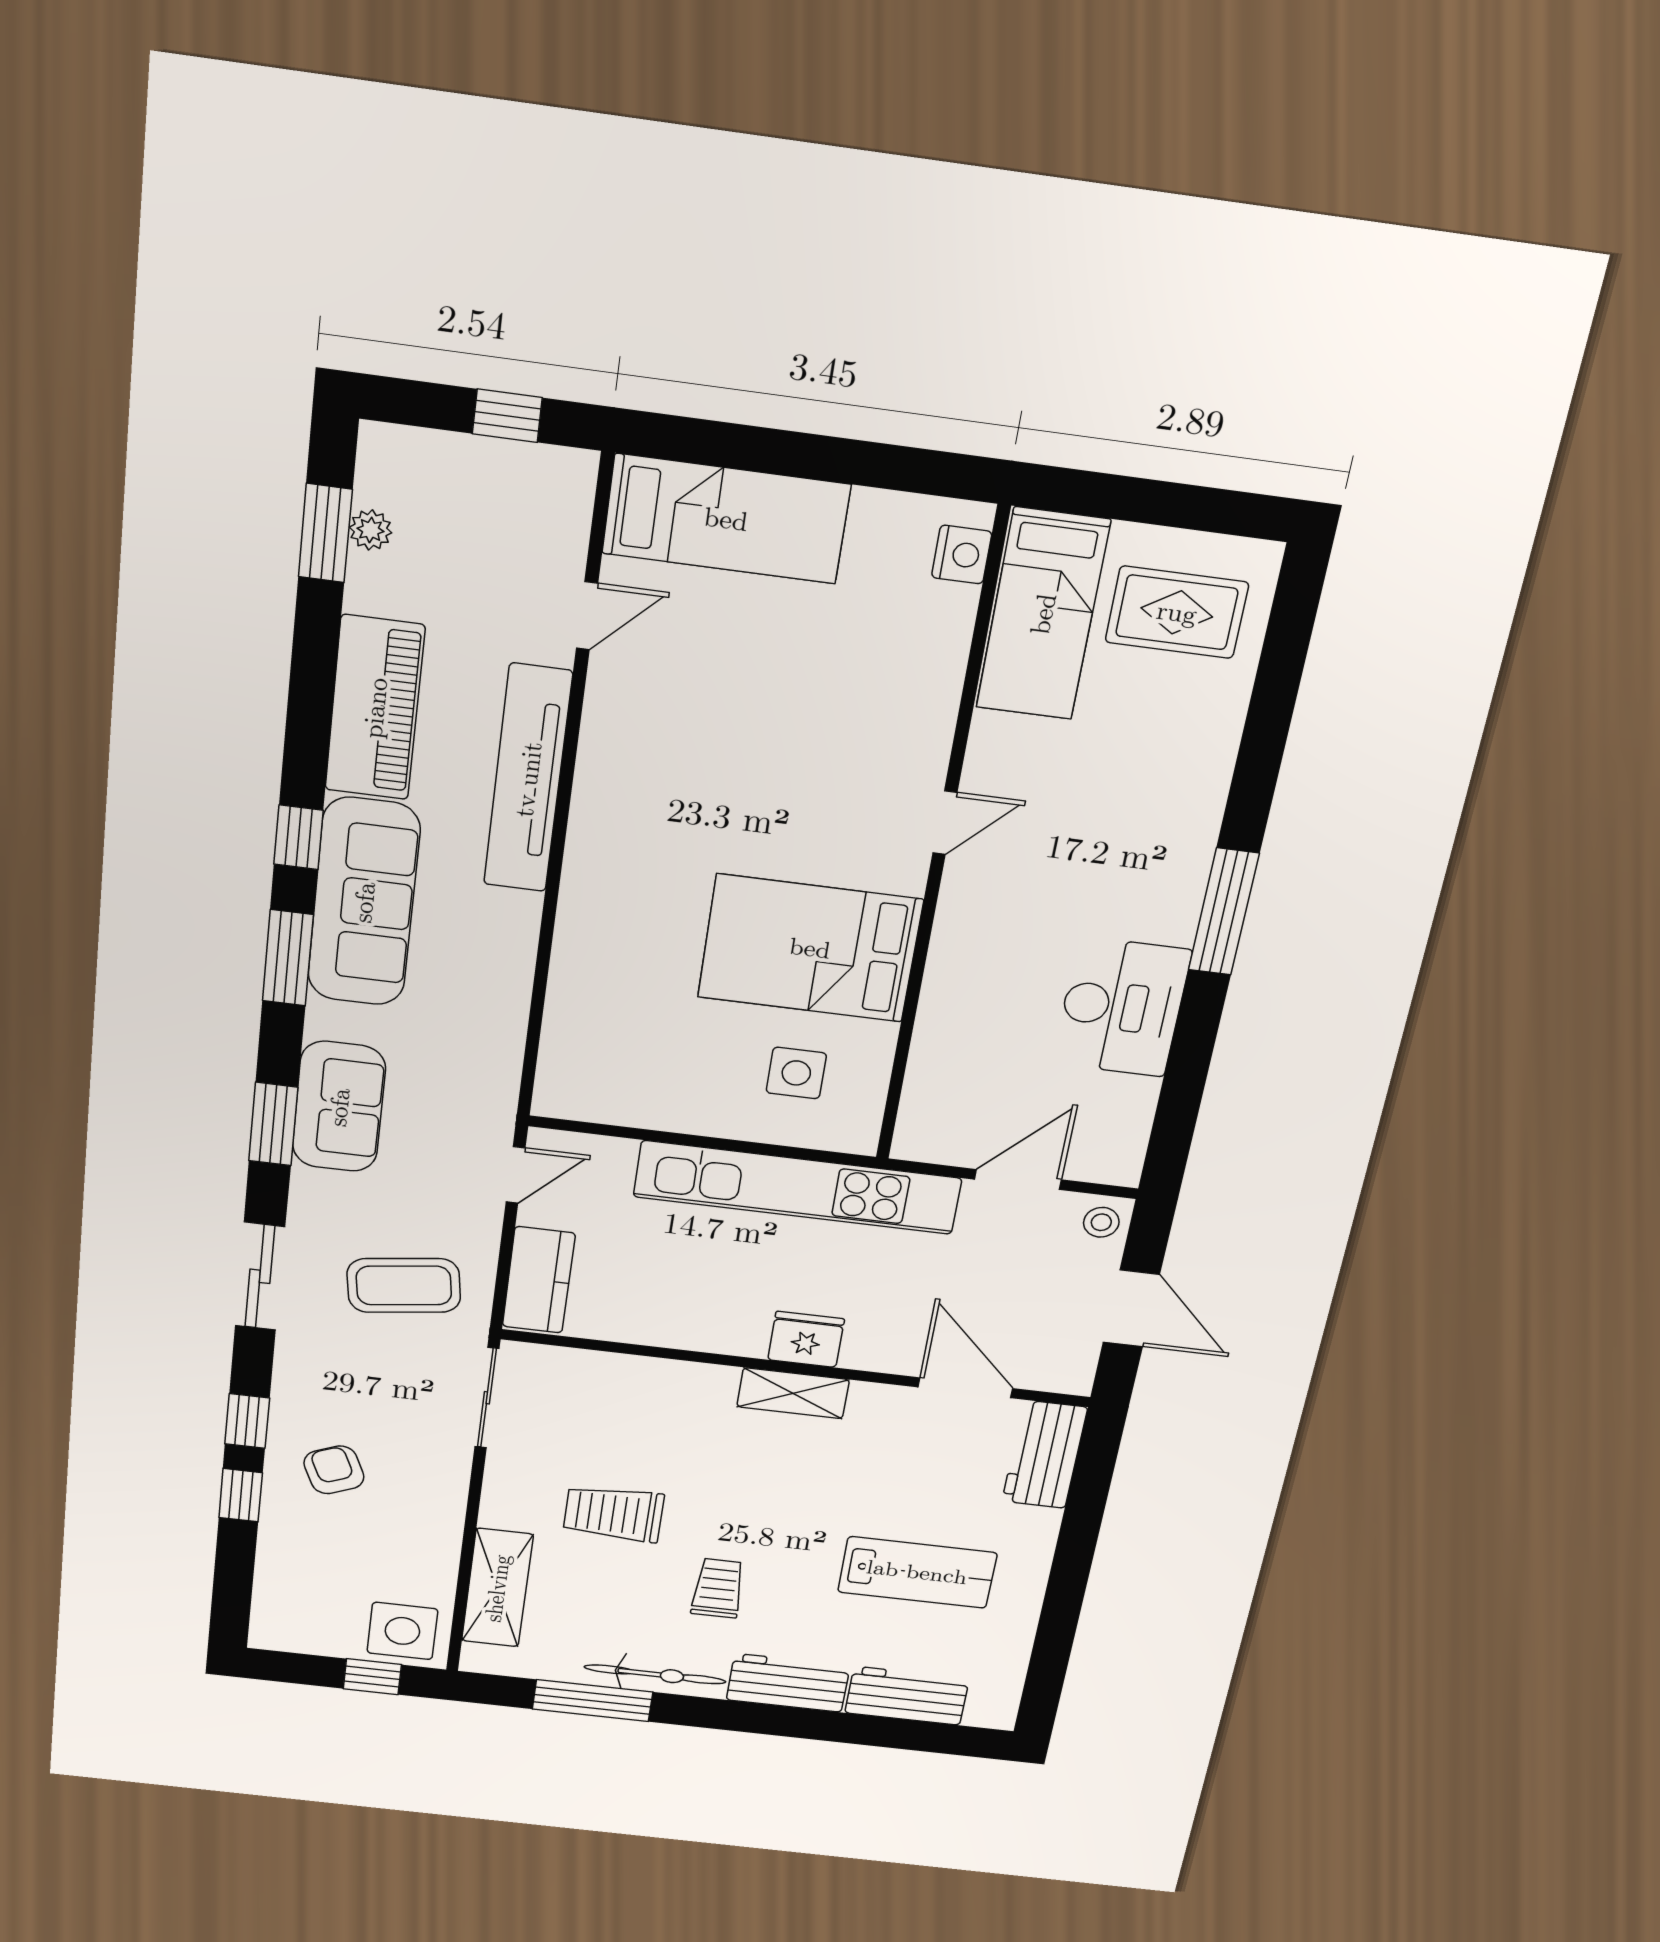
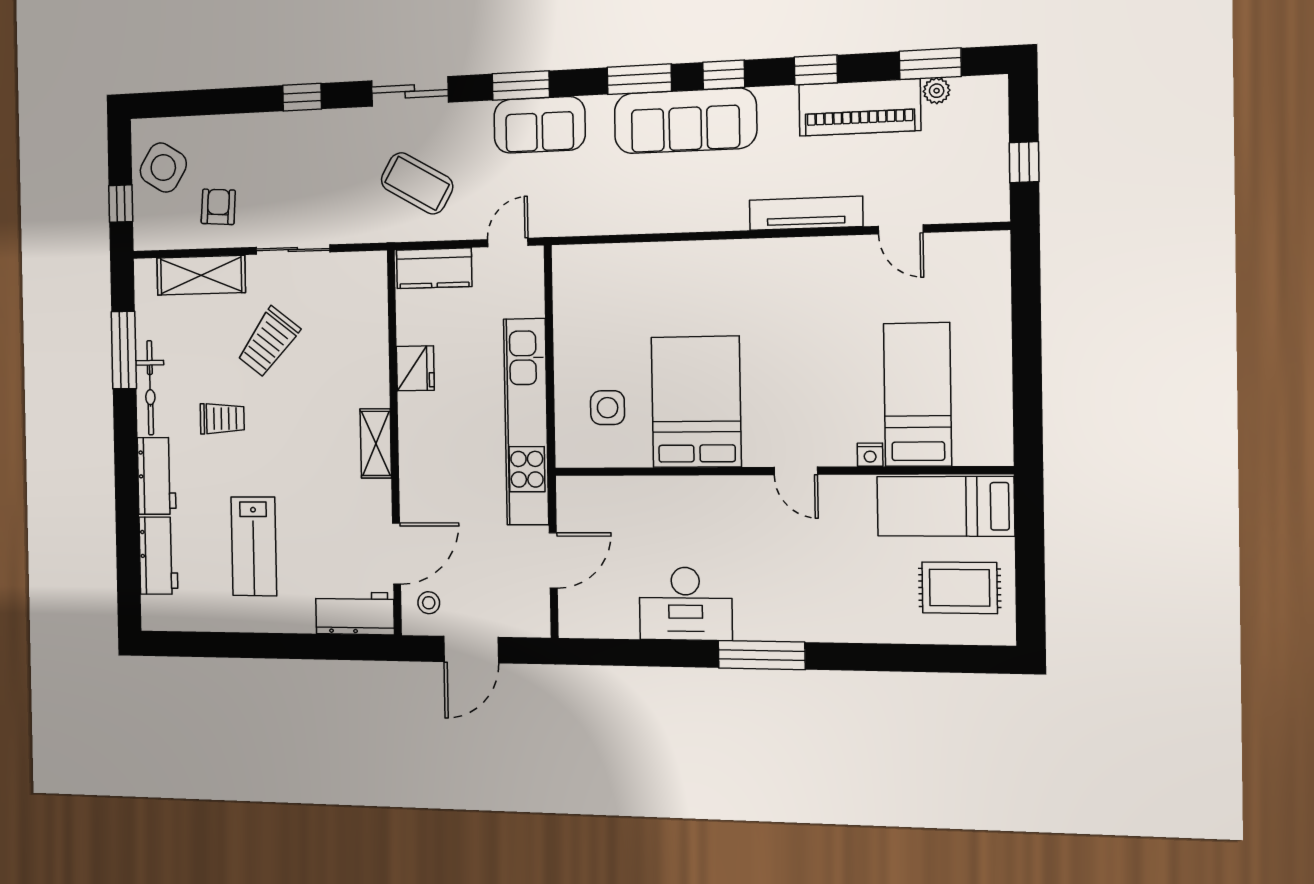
bed: (726, 519) -> (917, 395), moved, turned 180
nightstand: (962, 555) -> (870, 455), moved, width x0.72, depth x0.74
rug: (1177, 612) -> (960, 588), turned 90
piano: (375, 708) -> (860, 107), moved
tv unit: (528, 779) -> (806, 213), width x0.73, depth x0.78
door: (516, 1175) -> (508, 242), swing flipped
door: (1018, 1179) -> (553, 560), hinge flipped
stool: (1101, 1222) -> (429, 603), moved
coffee table: (404, 1285) -> (417, 183), turned -52
fridge: (806, 1339) -> (415, 368), moved
sliding door: (487, 1398) -> (293, 250), moved
armchair: (334, 1470) -> (218, 207), moved, turned -63
window: (241, 1495) -> (816, 70), moved
trolley: (614, 1514) -> (268, 342), turned -142
side table: (402, 1631) -> (163, 168), moved, turned 32

